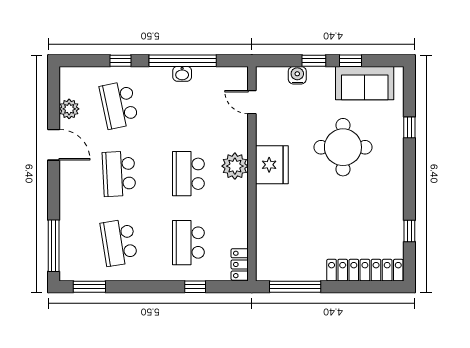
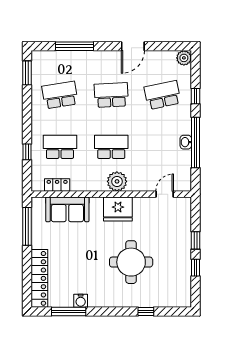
water cooler: (297, 75) -> (81, 301), moved, turned 90
sofa: (365, 83) -> (67, 209), moved, turned -90
plant: (69, 109) -> (184, 58), moved
window: (409, 231) -> (69, 312), width x2.17
window: (54, 246) -> (74, 46), moved
locker: (240, 264) -> (57, 185), moved

